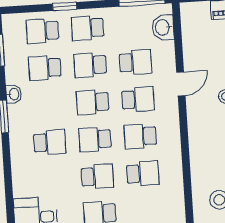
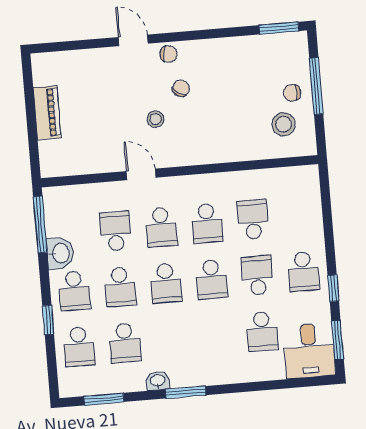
washbasin: (163, 27) -> (60, 253), moved, turned -90
school desk: (138, 99) -> (161, 227), turned 180
school desk: (50, 142) -> (262, 331), moved, turned 180

